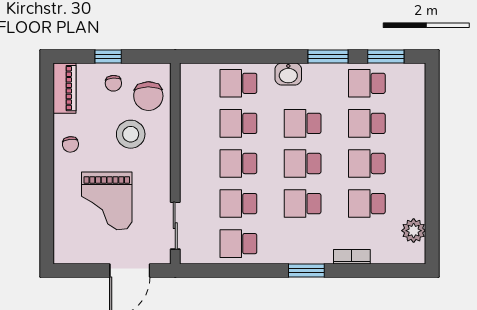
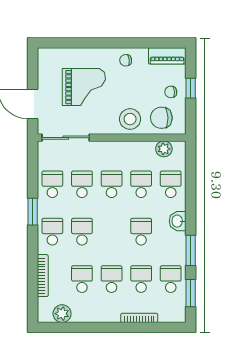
plant: (190, 92) -> (164, 149), added
bookcase: (419, 126) -> (139, 318), added
stool: (131, 134) -> (130, 119), moved
school desk: (303, 163) -> (52, 232), moved
grand piano: (107, 201) -> (84, 87), turned 180
sliding door: (175, 226) -> (66, 138), width x1.37
bookcase: (352, 257) -> (43, 276), width x1.56
window: (306, 271) -> (33, 212), moved

